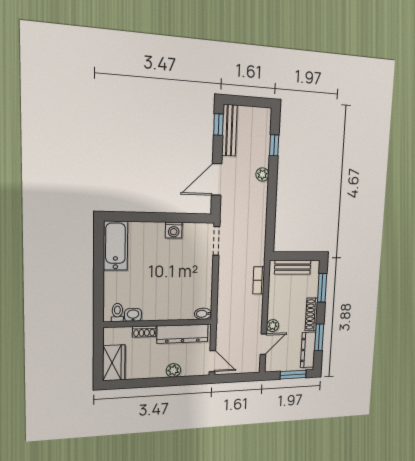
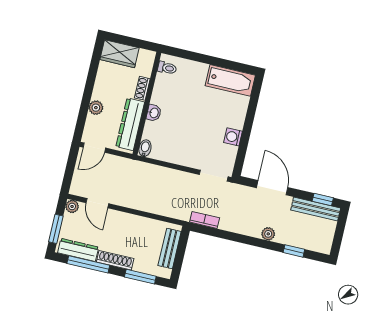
bookcase: (259, 280) -> (205, 220), moved
washbasin: (133, 315) -> (154, 113), moved
plant: (273, 326) -> (72, 206), moved
window: (319, 337) -> (88, 264), width x1.44

